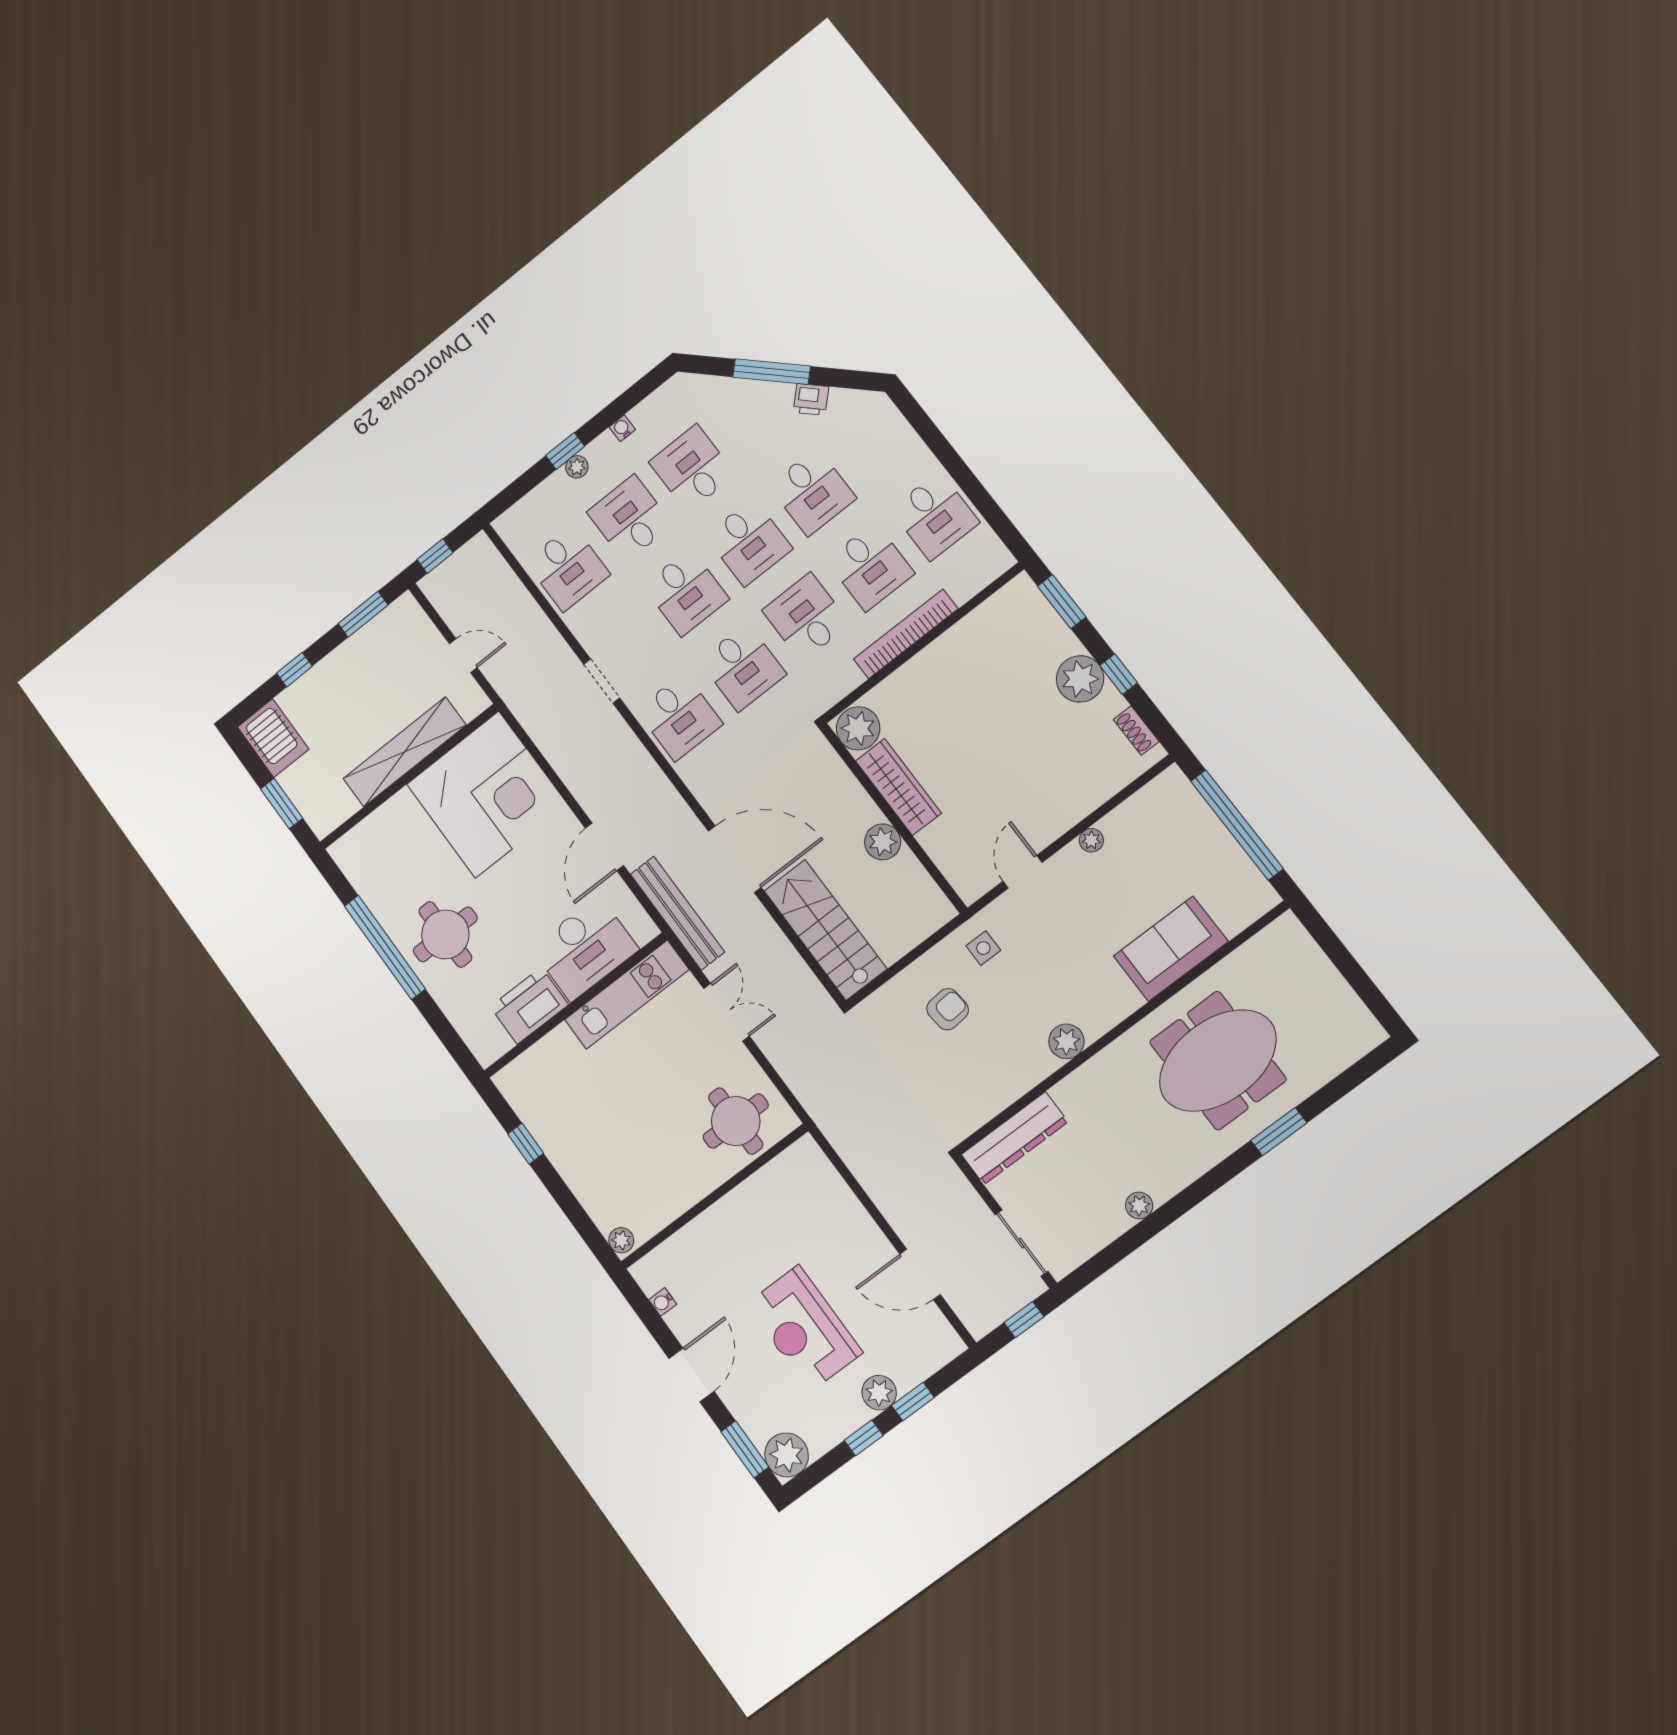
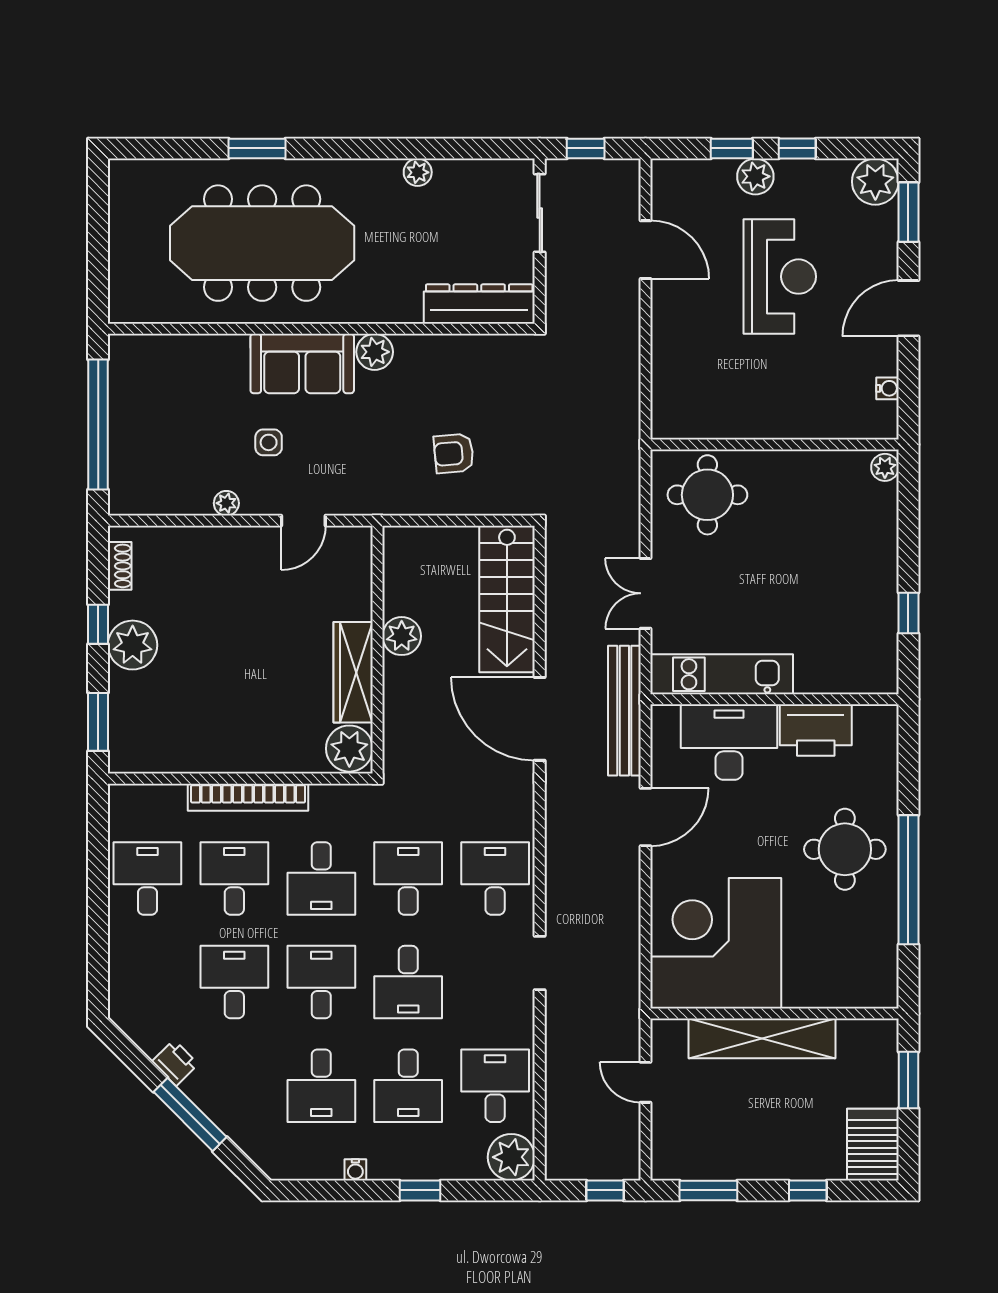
plant: (577, 467) -> (511, 1157), moved, width x1.88, depth x1.88
desk: (686, 592) -> (408, 982), turned 180
side table: (983, 948) -> (269, 442), moved
sofa: (1171, 949) -> (302, 364), moved
meeting table: (1218, 1061) -> (262, 243), width x1.36

